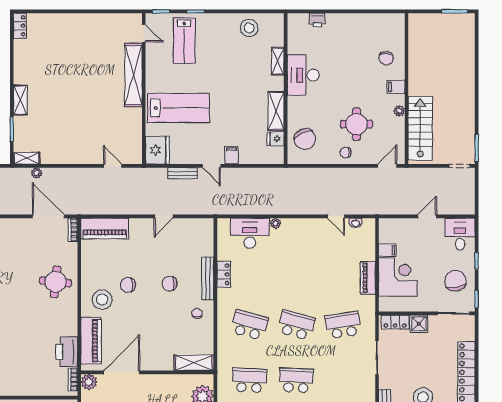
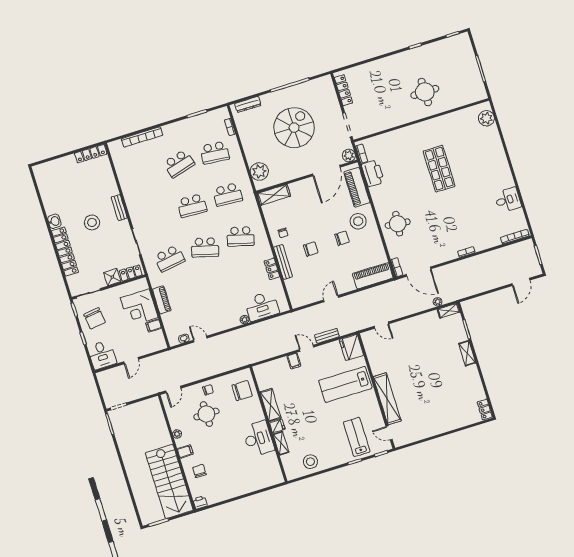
printer: (317, 20) -> (200, 502), moved
stairs: (420, 128) -> (169, 481), moved, width x1.36, depth x1.51
fridge: (276, 139) -> (277, 426), moved
chair: (305, 139) -> (242, 391), turned 114

